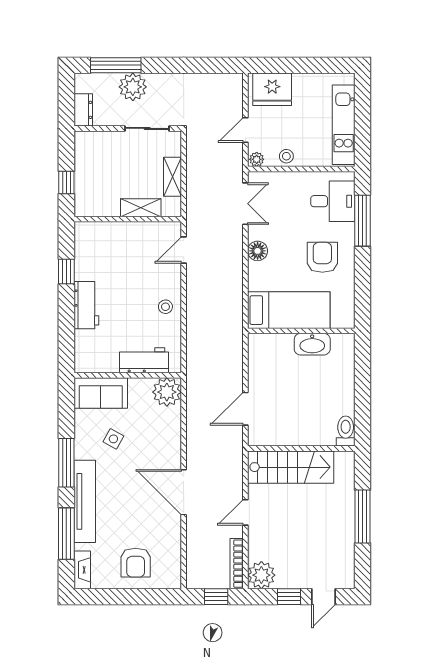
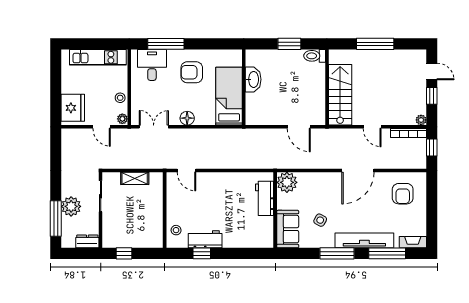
window: (66, 183) -> (124, 253), moved
shelving: (141, 208) -> (157, 201), removed
workbench: (86, 305) -> (205, 239), moved
stool: (165, 307) -> (176, 230), moved
window: (363, 395) -> (289, 44), added
armchair: (136, 563) -> (403, 194), moved, turned 90
plant: (261, 575) -> (421, 120), width x0.53, depth x0.53

